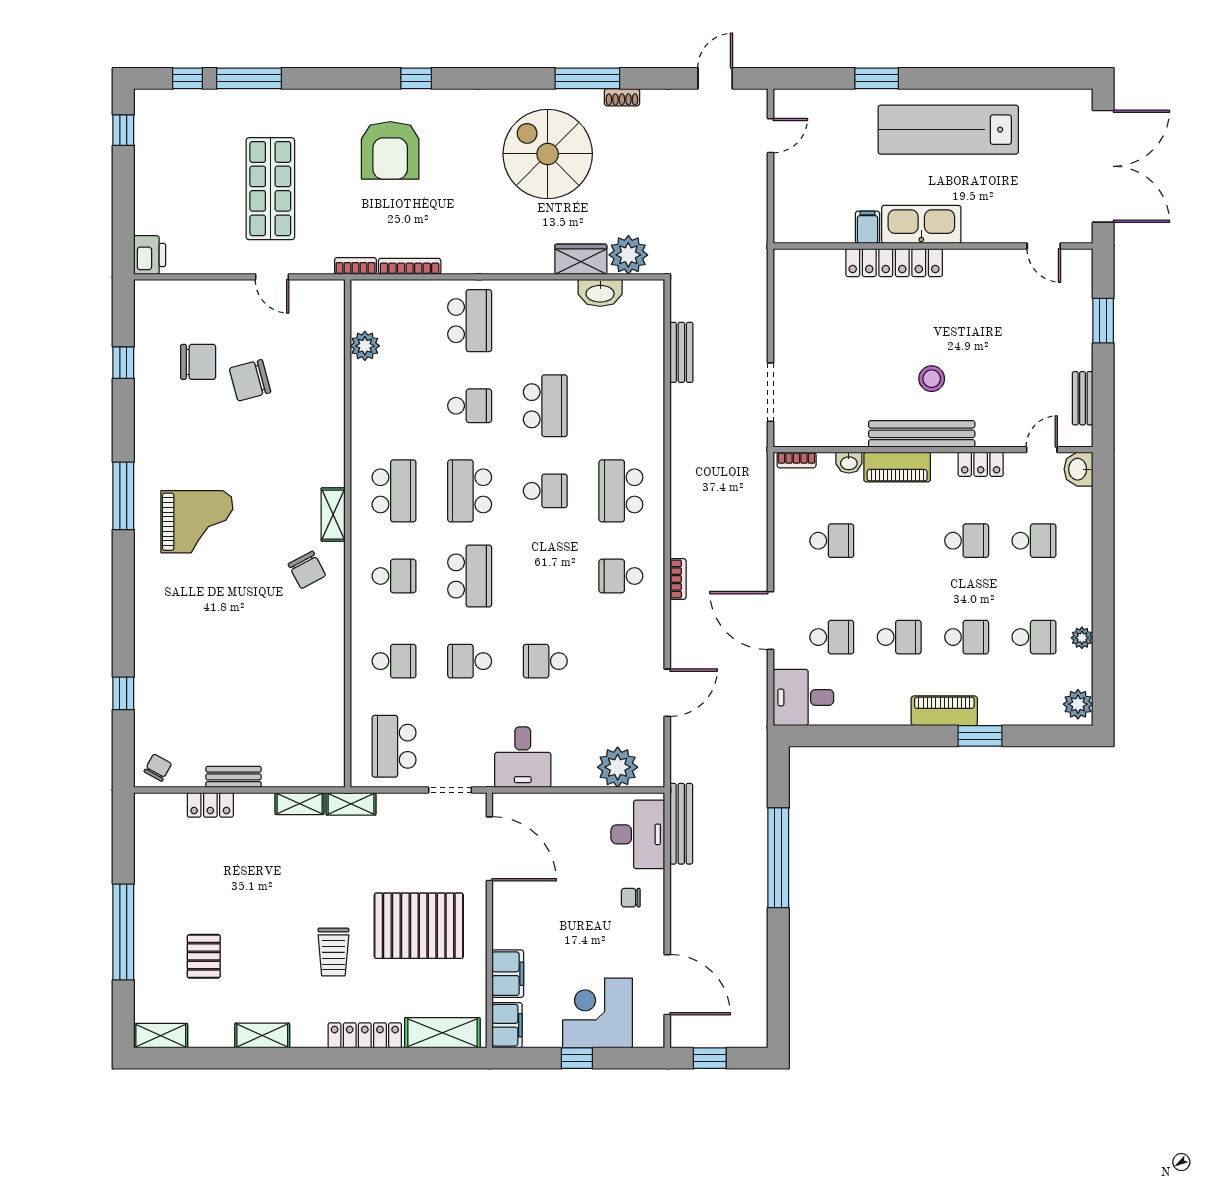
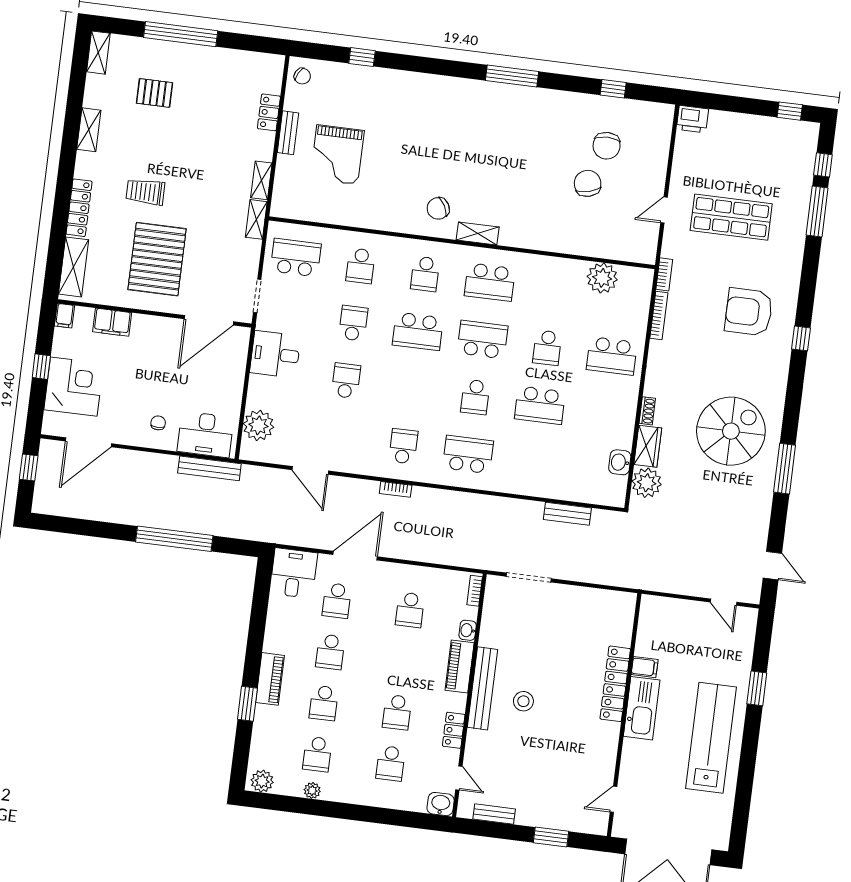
shoe rack: (622, 97) -> (647, 411), moved, turned 180
washbasin: (600, 293) -> (620, 462), width x0.72
plant: (365, 346) -> (602, 278), width x1.36, depth x1.36
grand piano: (197, 522) -> (337, 155), moved
filing cabinet: (507, 1025) -> (64, 316), width x0.50

